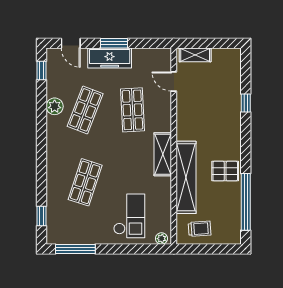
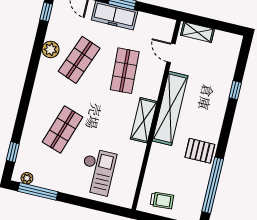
shelving: (186, 177) -> (170, 108), moved
plant: (161, 239) -> (27, 178), moved

